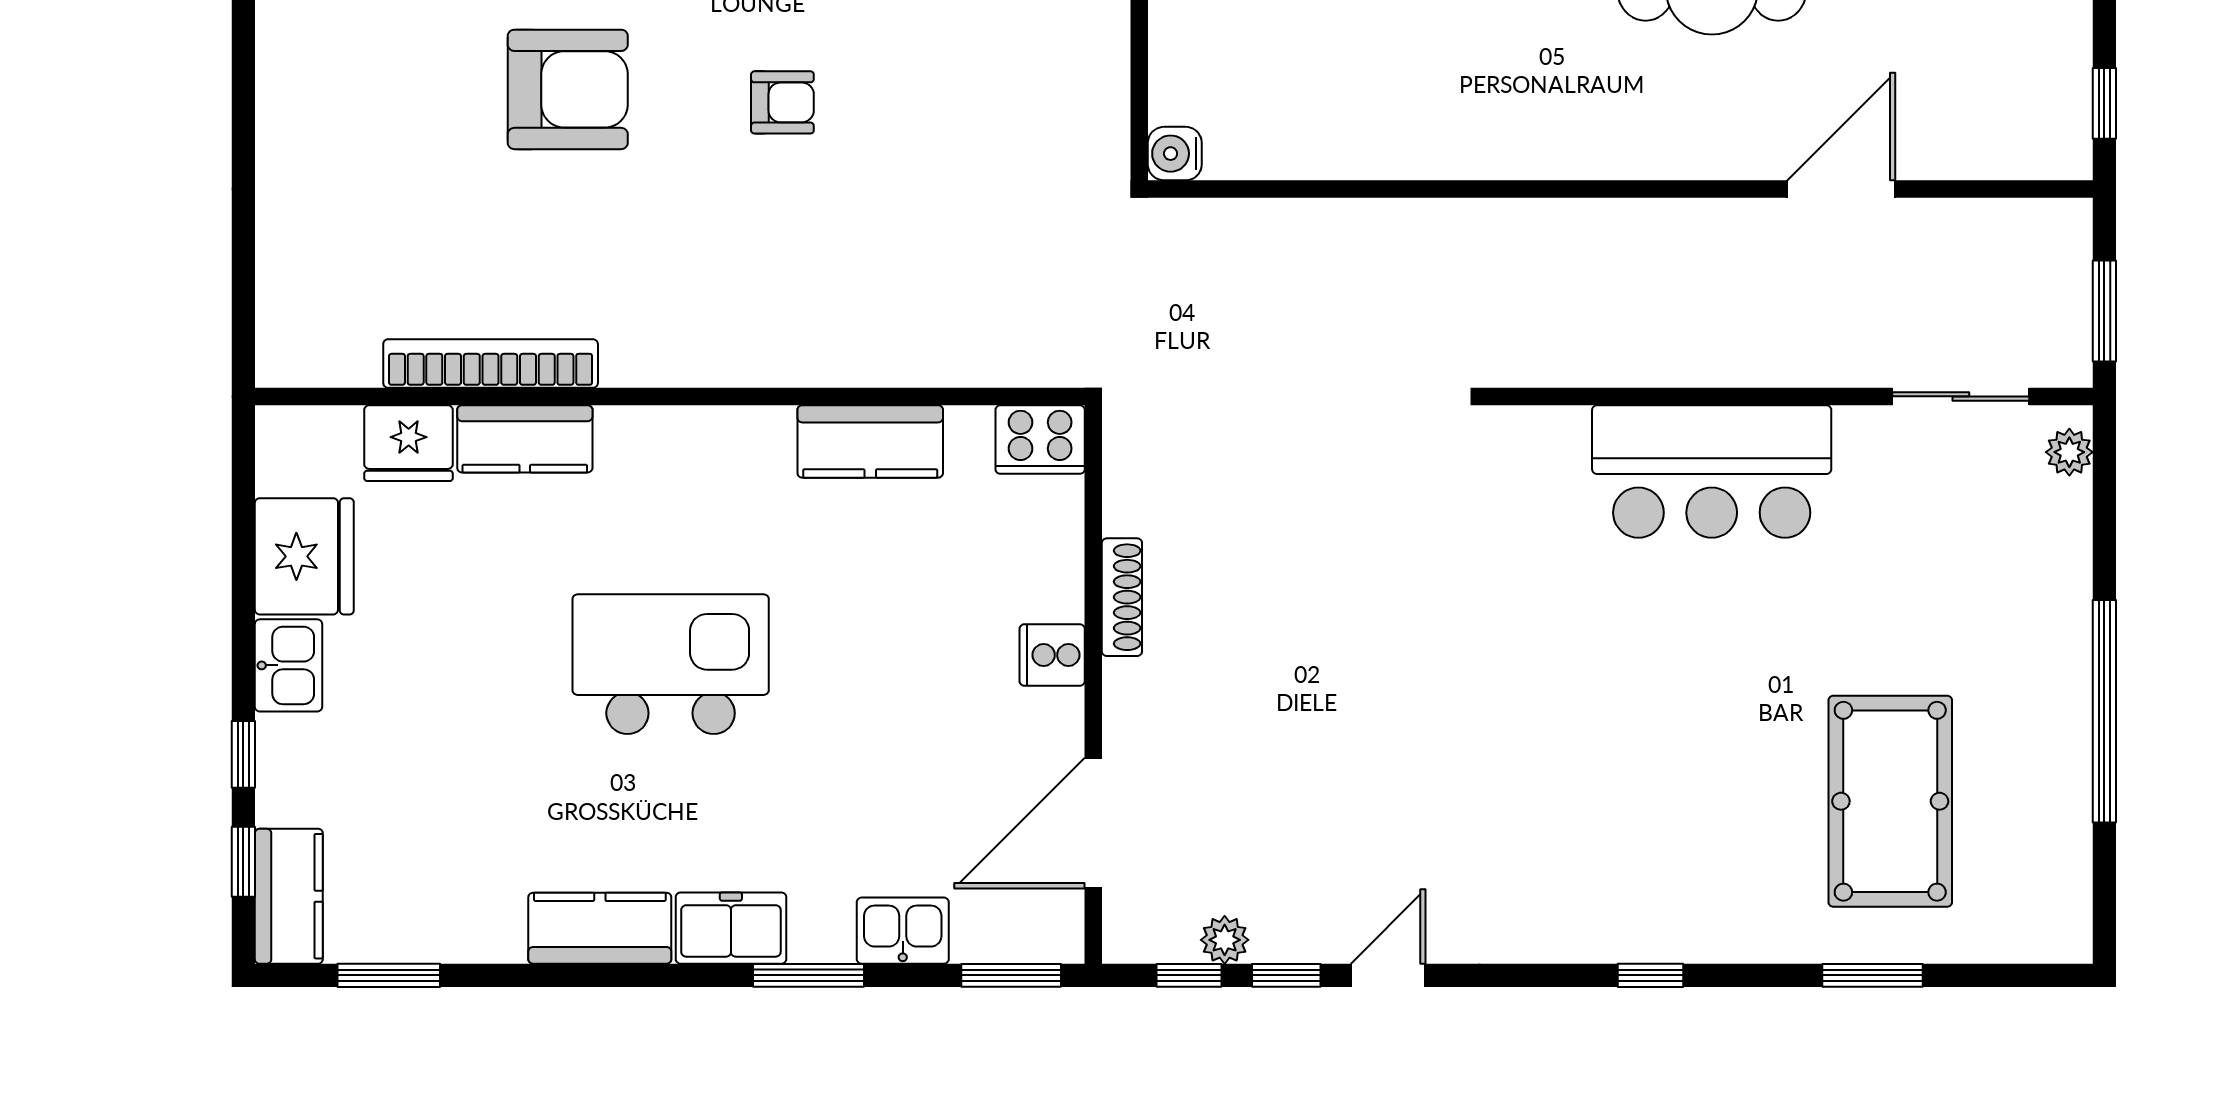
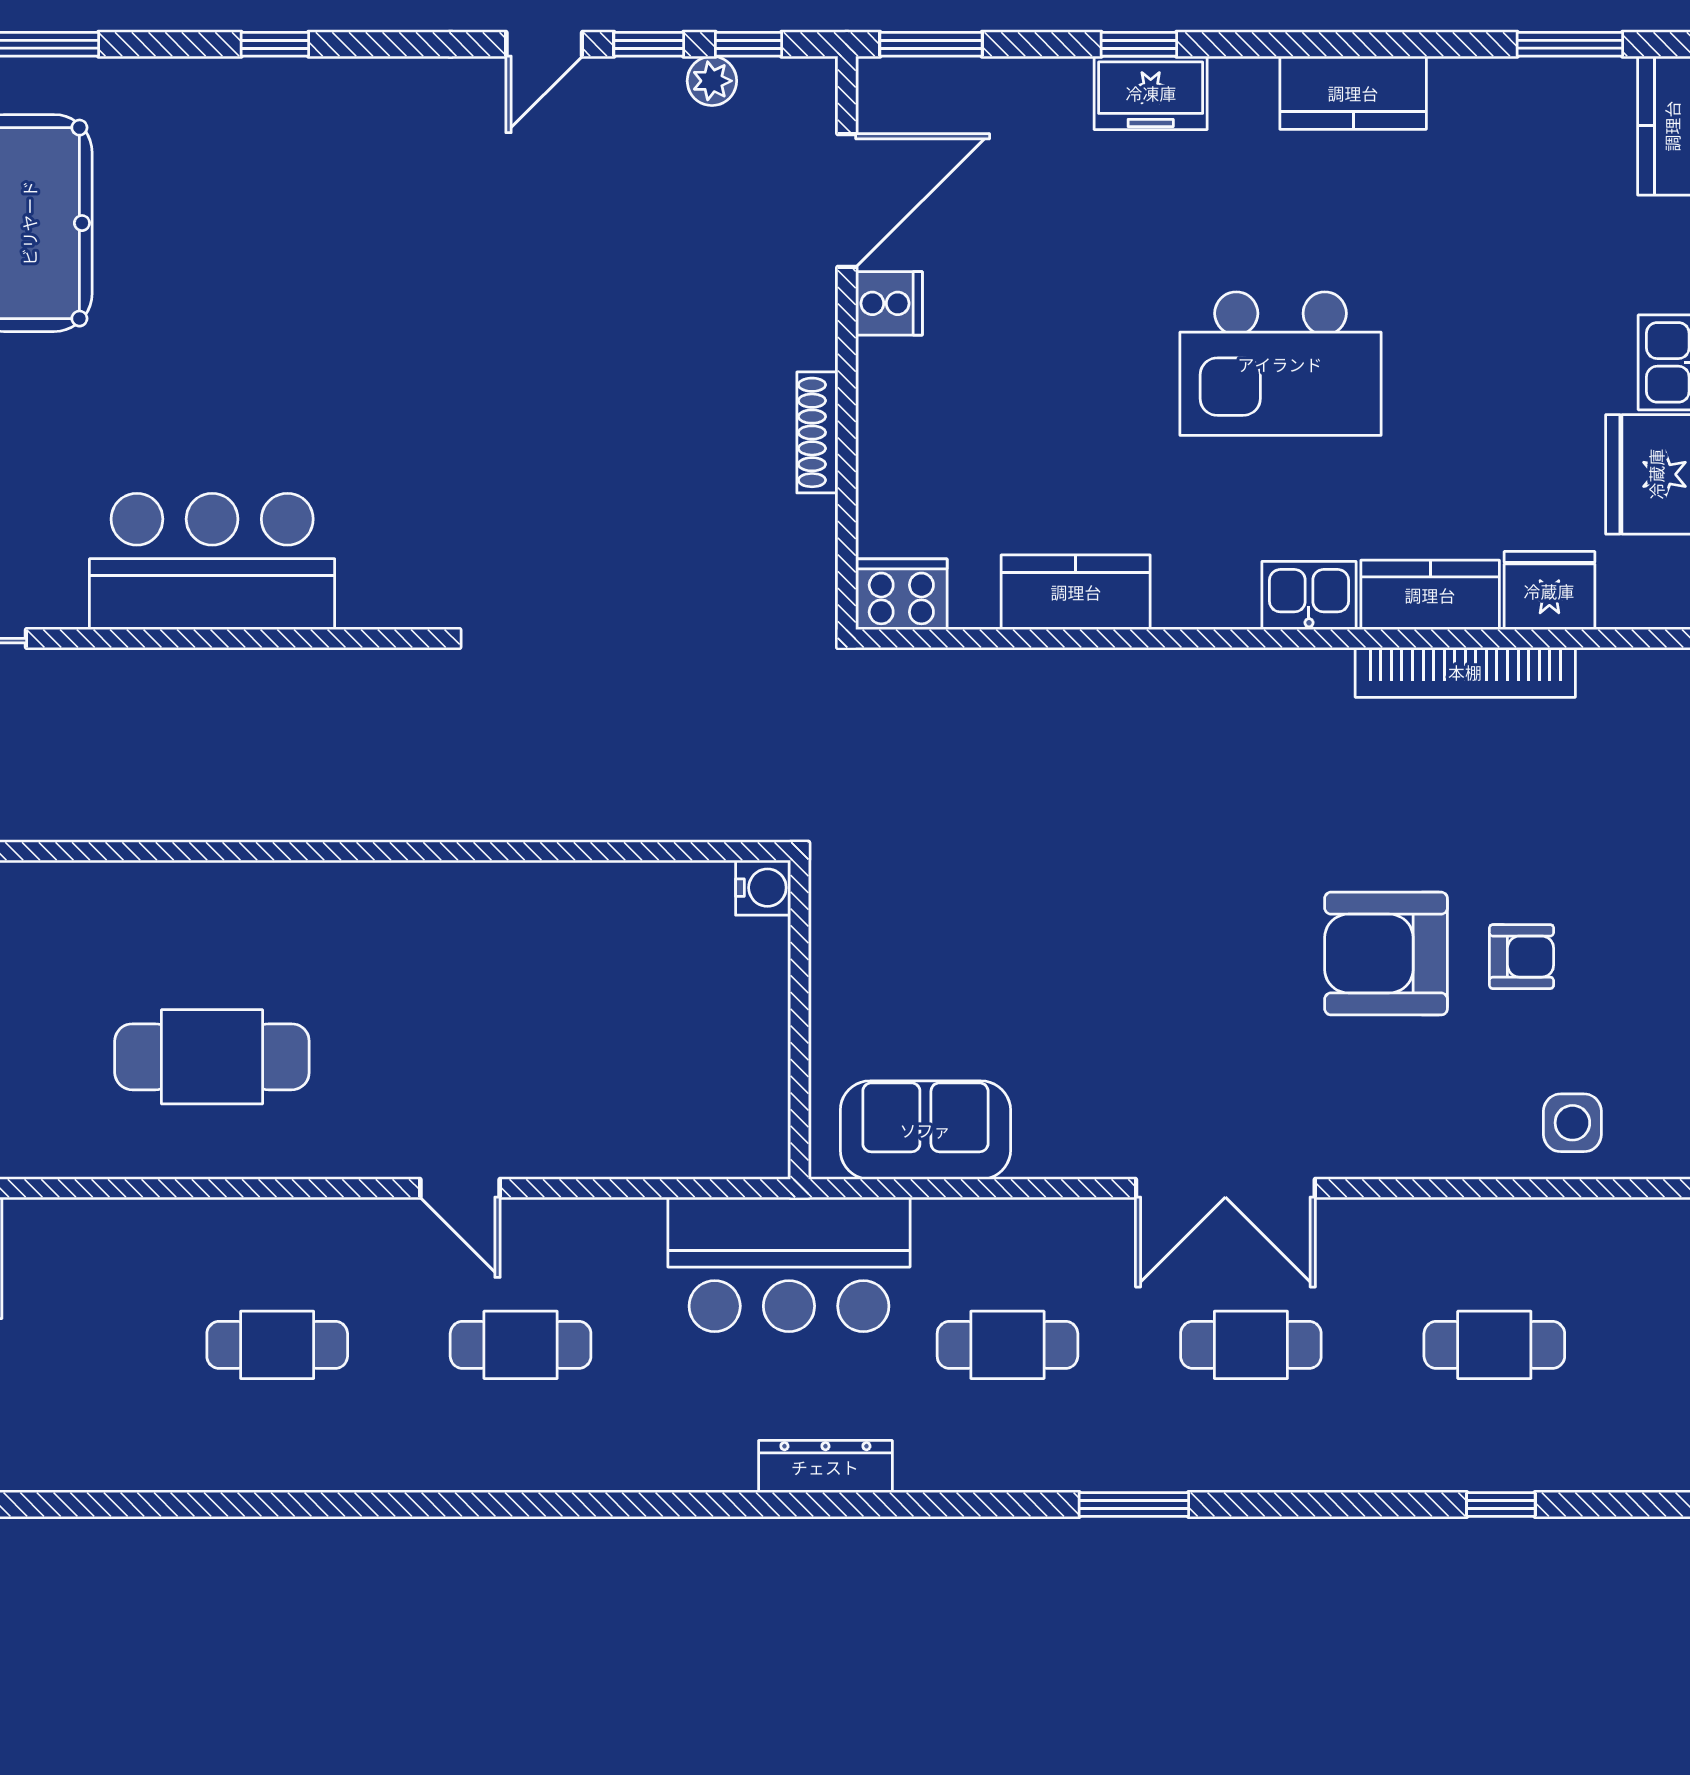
armchair: (782, 102) -> (1522, 957), moved, turned 180
door: (1841, 189) -> (79, 851), removed
cooker: (1052, 655) -> (889, 303), moved
freezer: (731, 928) -> (1151, 93), moved
kitchen sink: (903, 931) -> (1309, 595), moved, turned 180
window: (809, 975) -> (1139, 44), width x0.67

